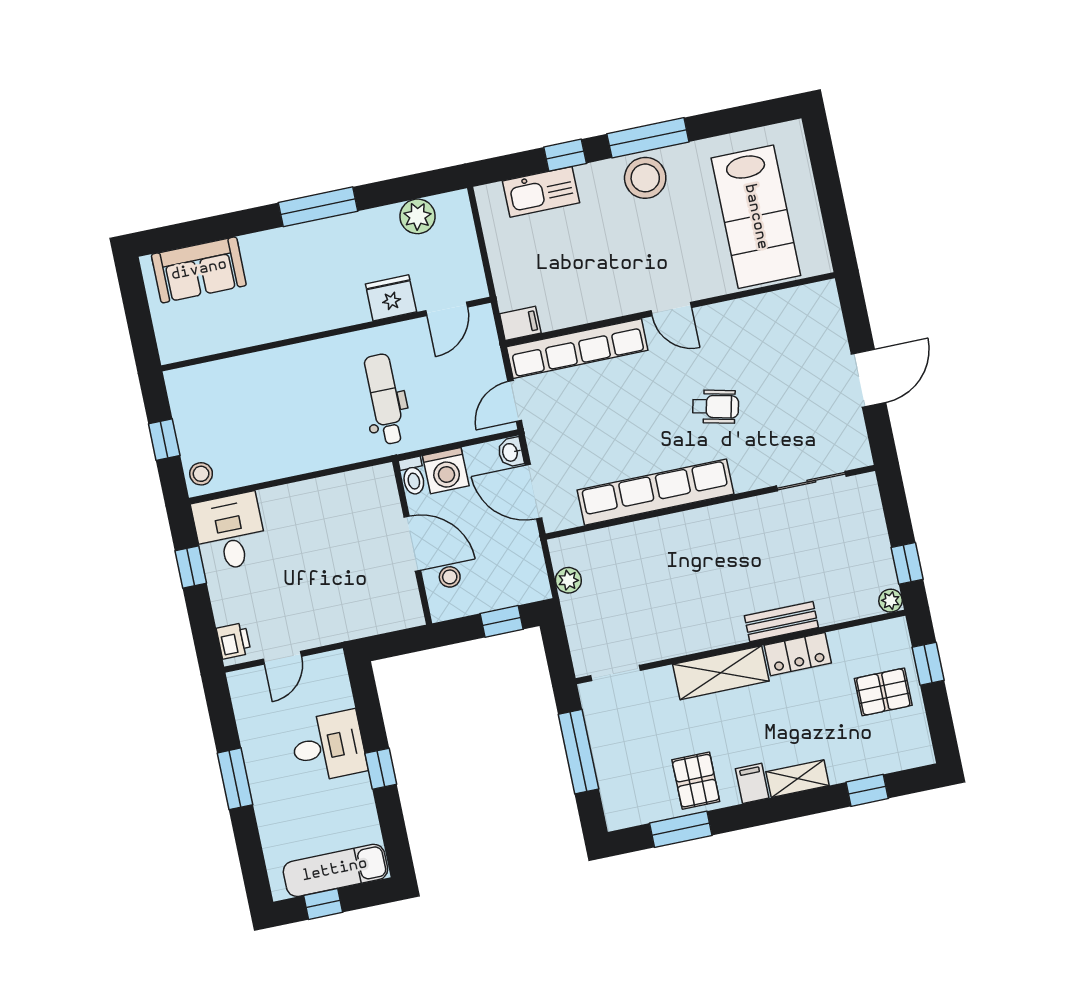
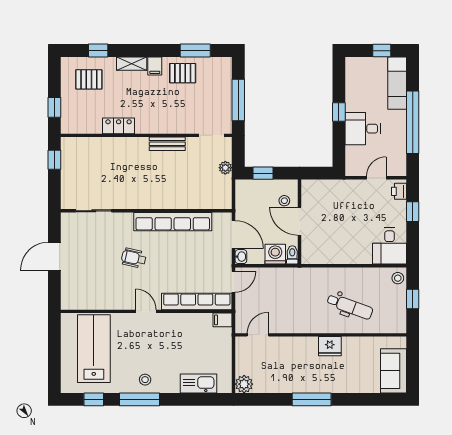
window: (565, 155) -> (94, 399), moved
stool: (645, 178) -> (145, 380), width x0.53, depth x0.53
plant: (417, 216) -> (244, 384), moved
sofa: (199, 270) -> (394, 371), moved, turned -90
fridge: (391, 298) -> (330, 346), moved
dental chair: (385, 399) -> (350, 306), moved, turned -70
window: (191, 567) -> (413, 212), moved
plant: (568, 580) -> (225, 168), moved
plant: (891, 601) -> (67, 143), removed
bench: (781, 622) -> (167, 144), moved
shelving: (721, 673) -> (159, 125), removed
pallet: (883, 692) -> (89, 79), moved
window: (235, 779) -> (413, 122), width x2.11
pallet: (696, 781) -> (183, 73), turned 90
exam couch: (335, 870) -> (397, 83), moved, turned 90

